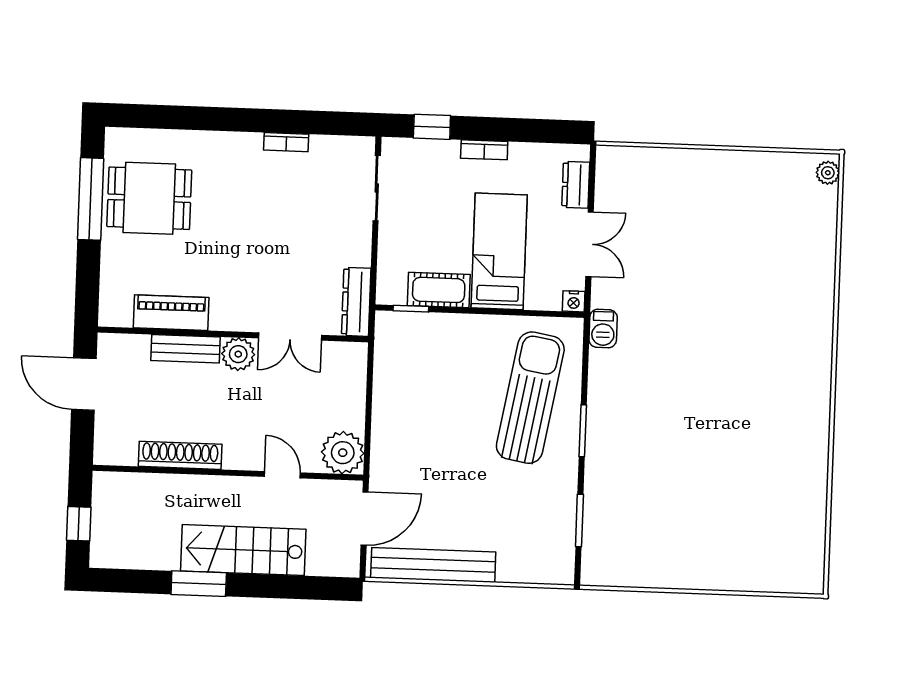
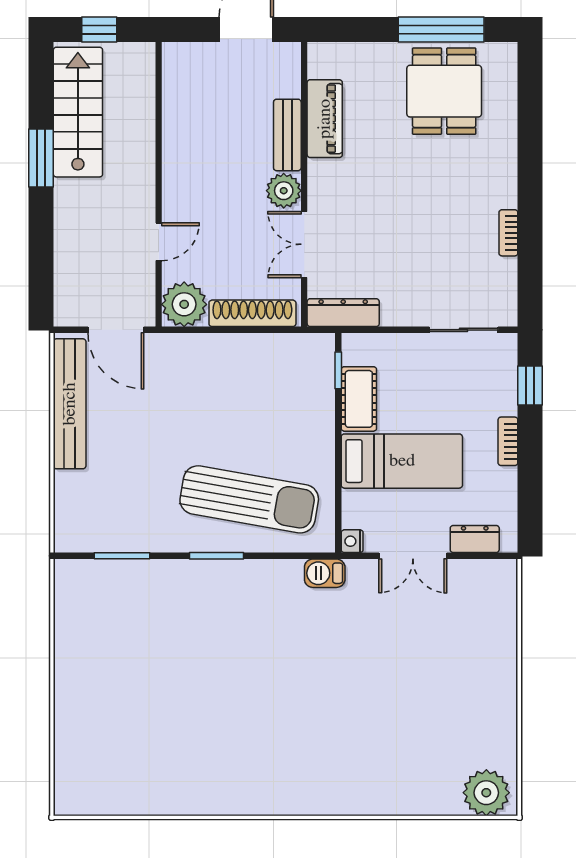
plant: (828, 173) -> (486, 793), width x1.88, depth x1.88
shoe rack: (180, 455) -> (252, 313), moved, turned -90
stairs: (243, 550) -> (78, 112), moved

